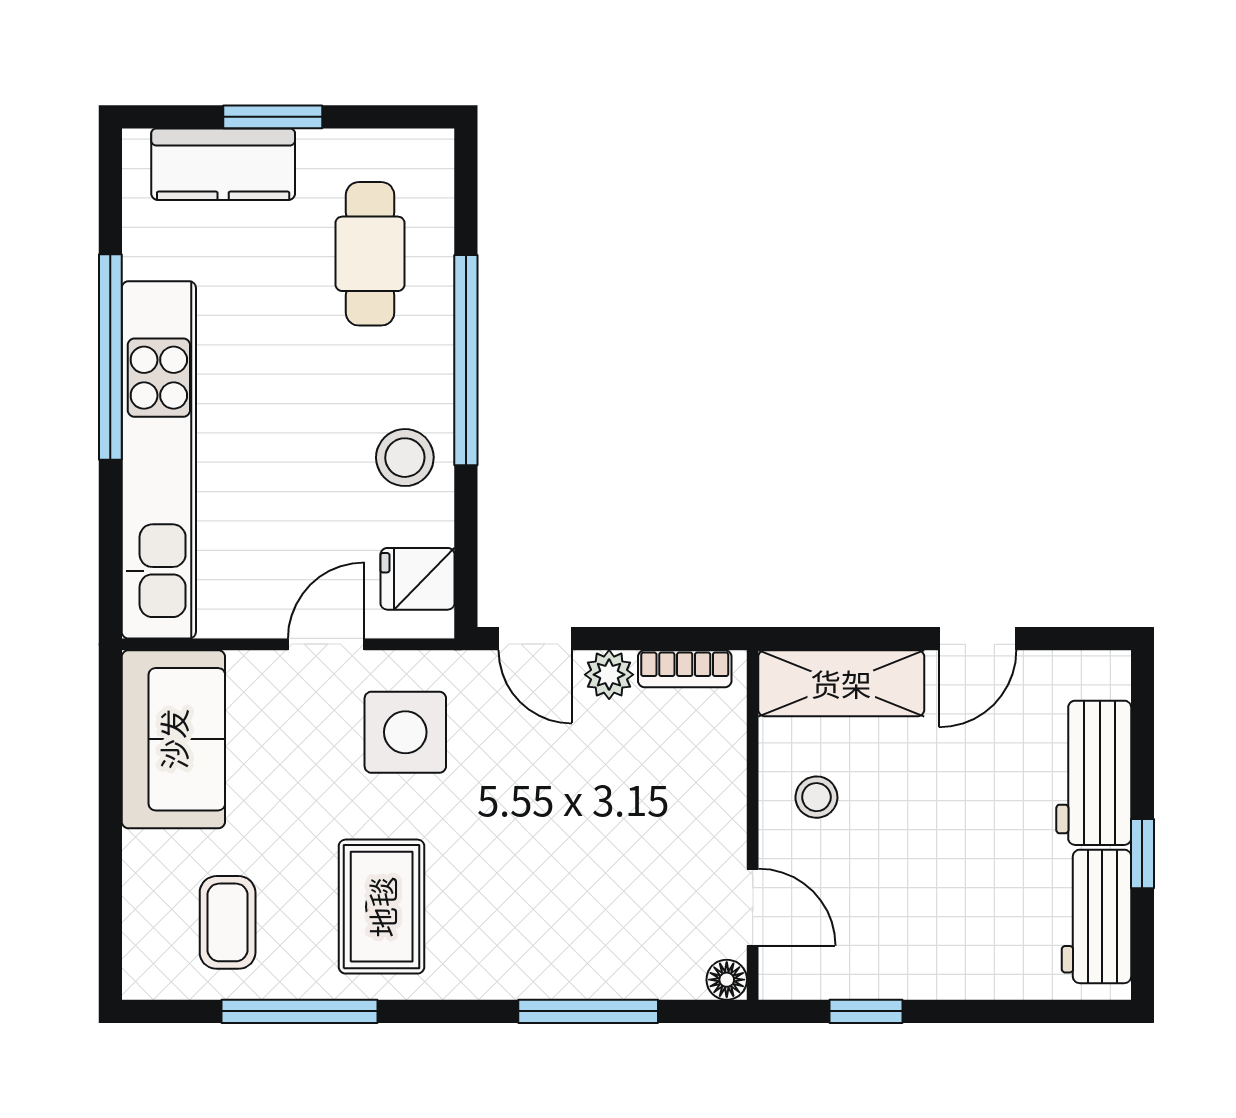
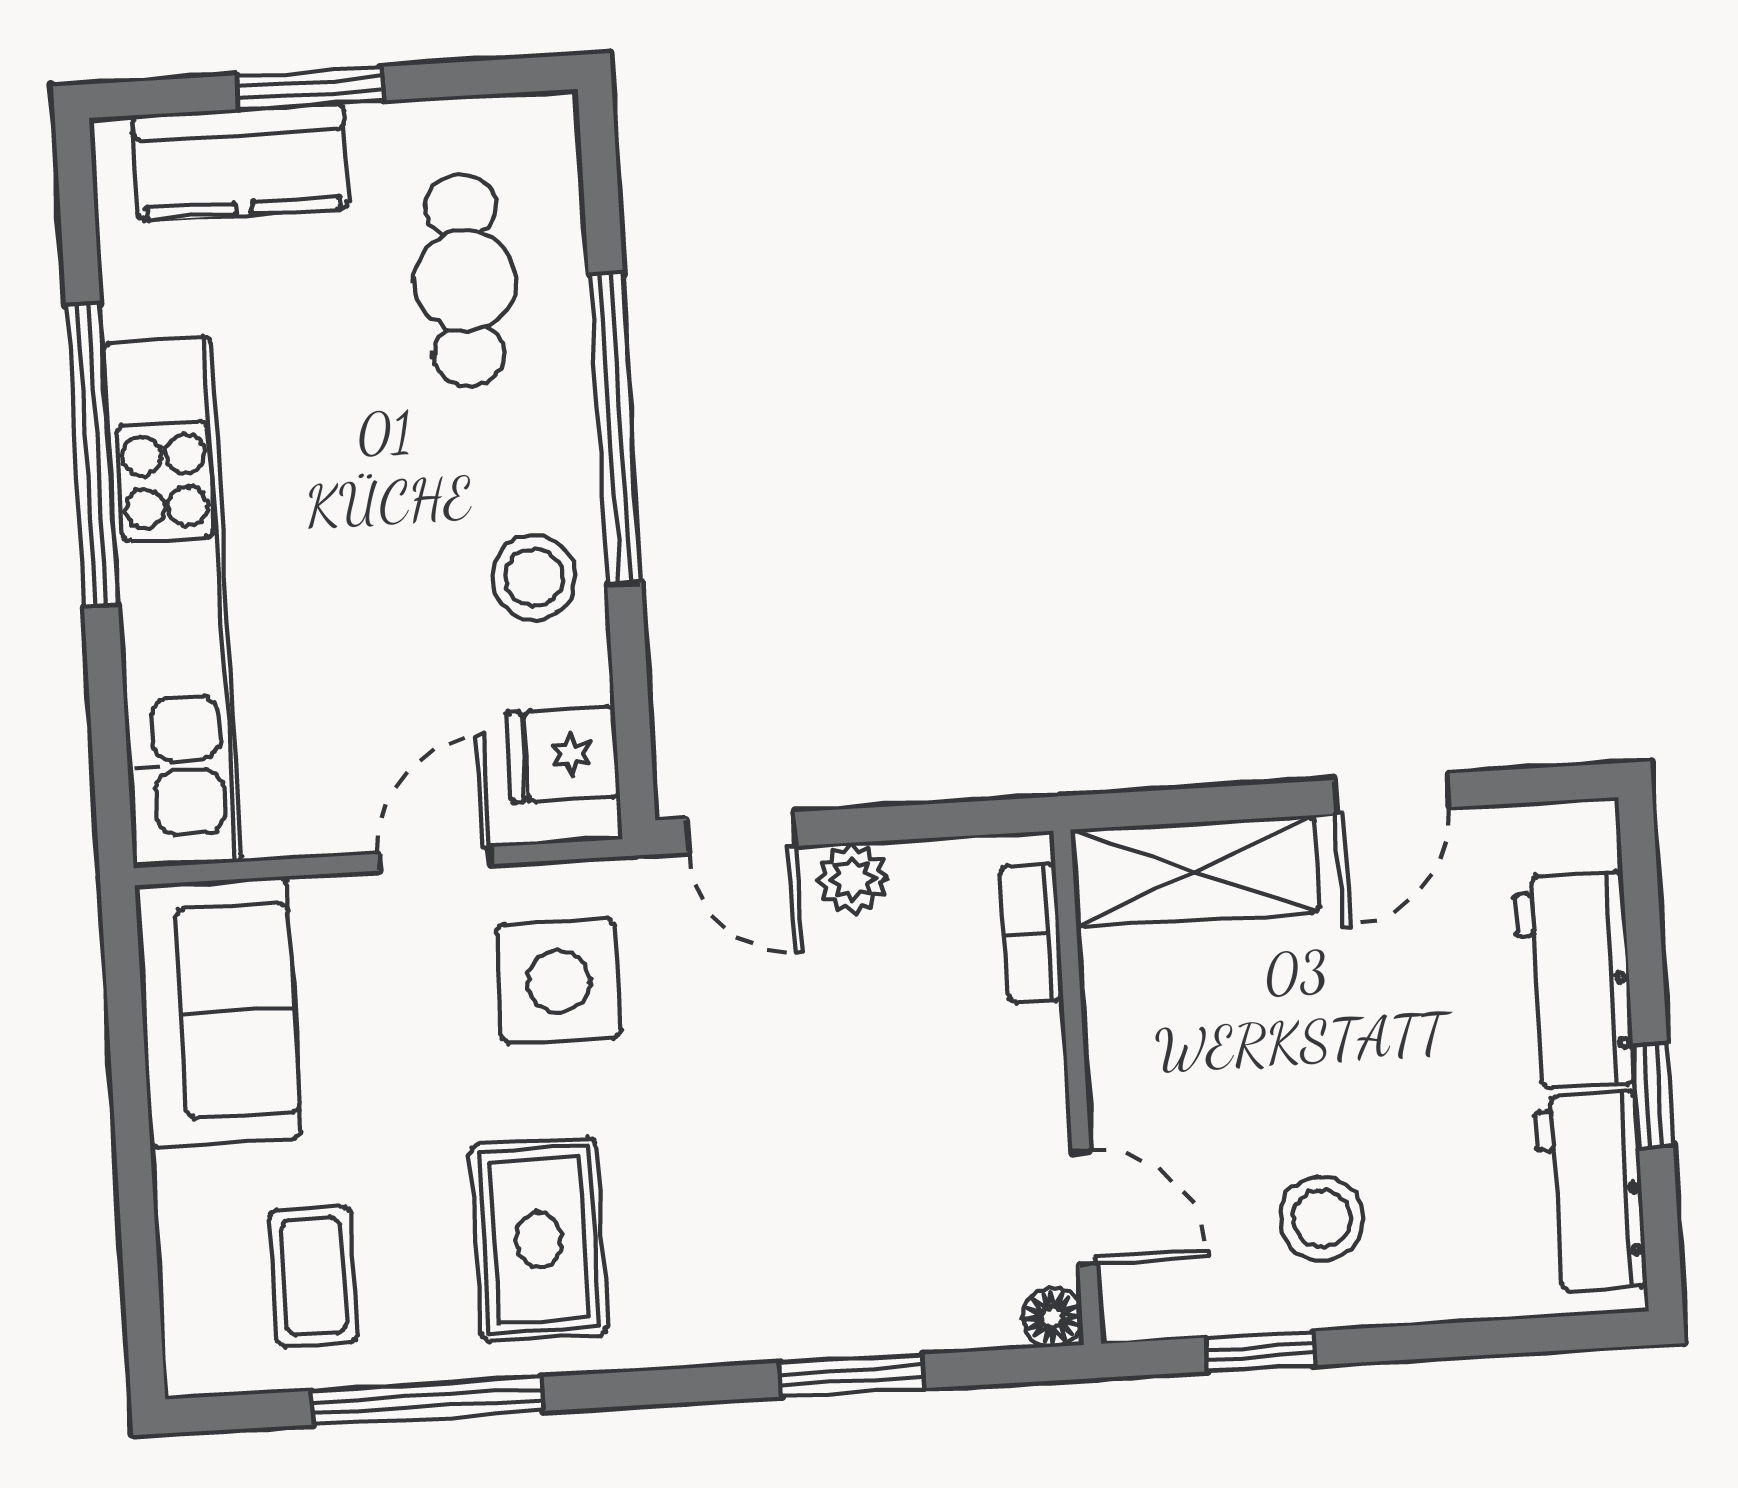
bookcase: (685, 669) -> (1032, 933), moved, turned 90
stool: (816, 797) -> (1322, 1219), moved, width x1.37, depth x1.37
window: (588, 1011) -> (852, 1376), width x0.69

